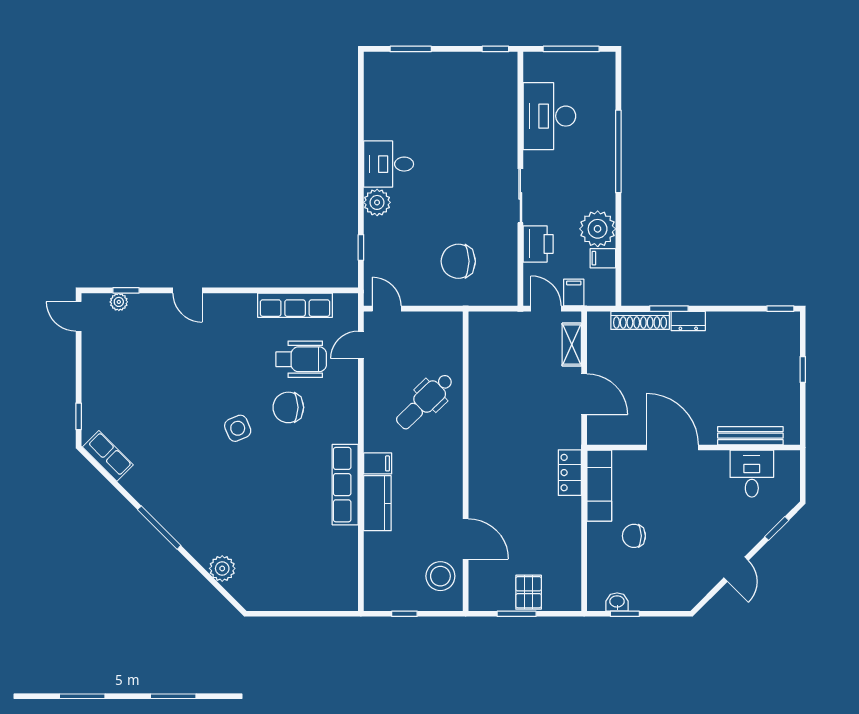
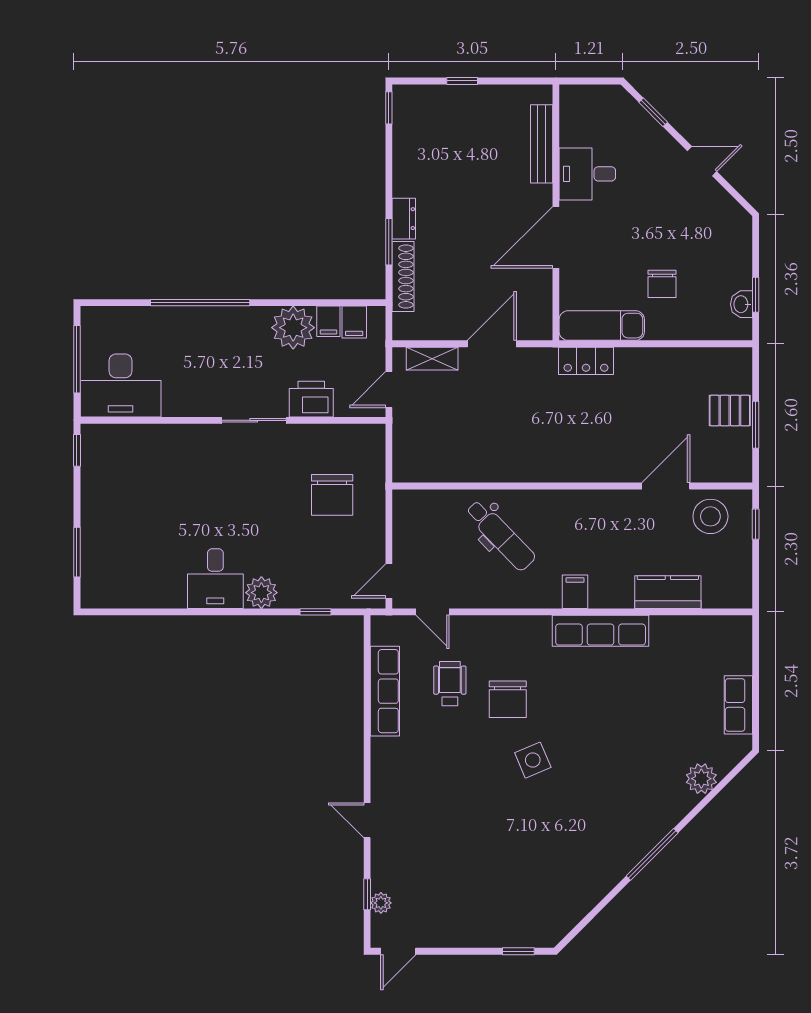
desk: (549, 116) -> (121, 385), moved
door: (188, 290) -> (367, 820), swing flipped
filing cabinet: (574, 292) -> (354, 322), moved, turned -90
wheelchair: (301, 359) -> (450, 684), width x0.73, depth x0.73
row of seats: (108, 456) -> (738, 705), moved, turned -45
desk: (752, 474) -> (587, 174), moved
kitchen counter: (377, 503) -> (668, 592), moved
window: (404, 614) -> (756, 524), moved

